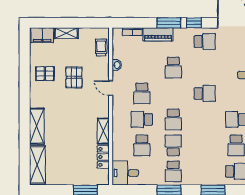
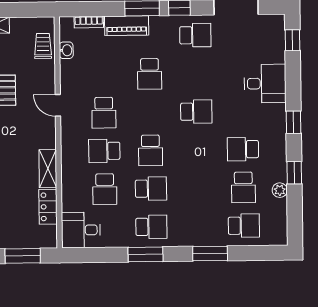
washbasin: (117, 65) -> (66, 50), moved
school desk: (173, 145) -> (151, 189), turned 90
school desk: (173, 171) -> (151, 227), turned -90

